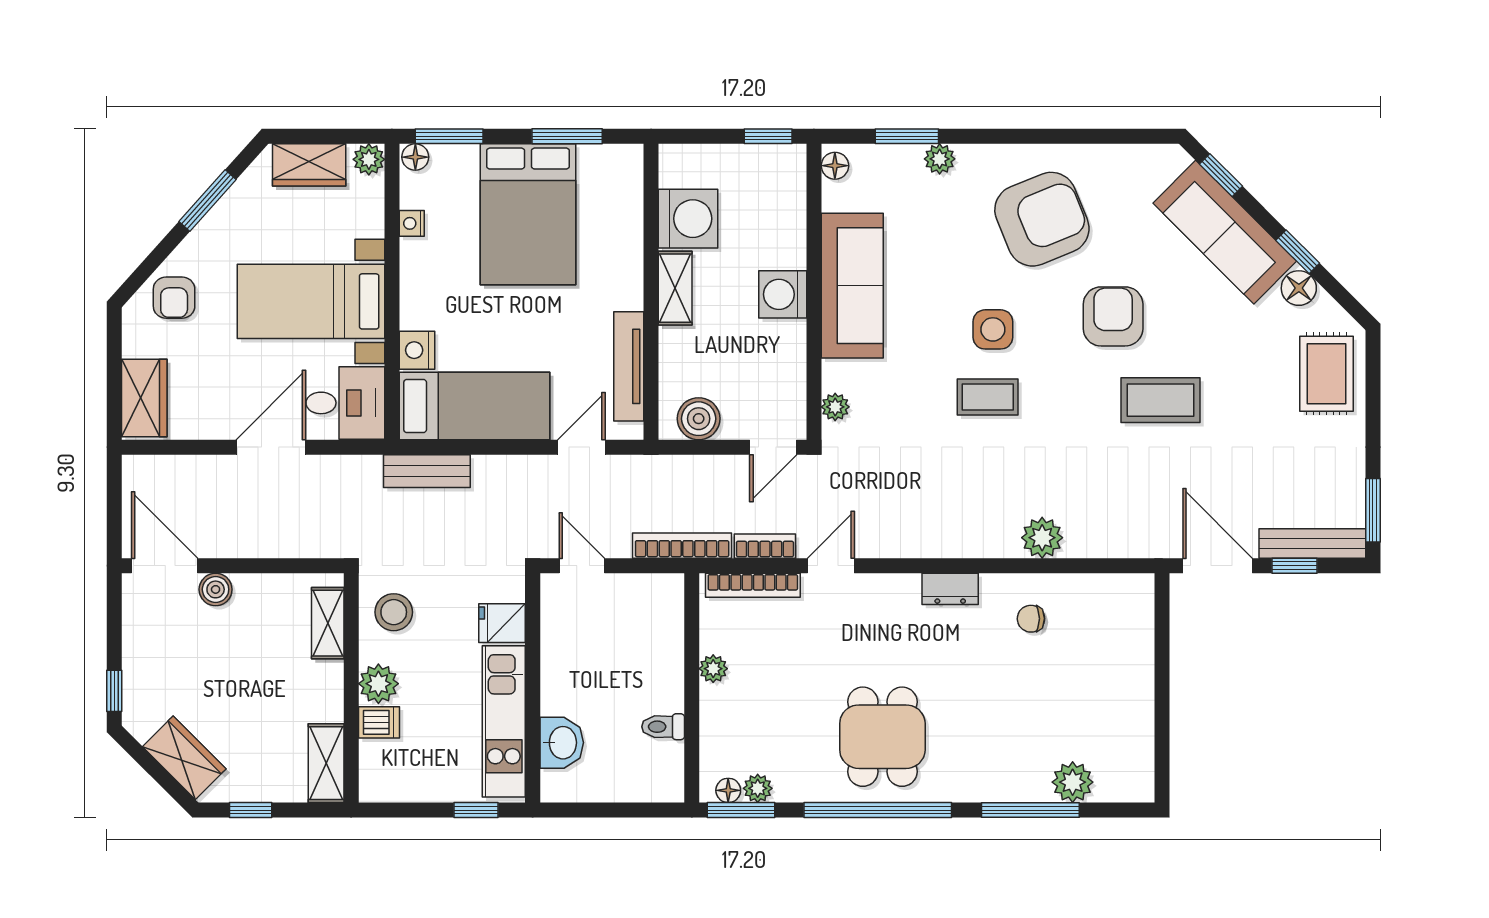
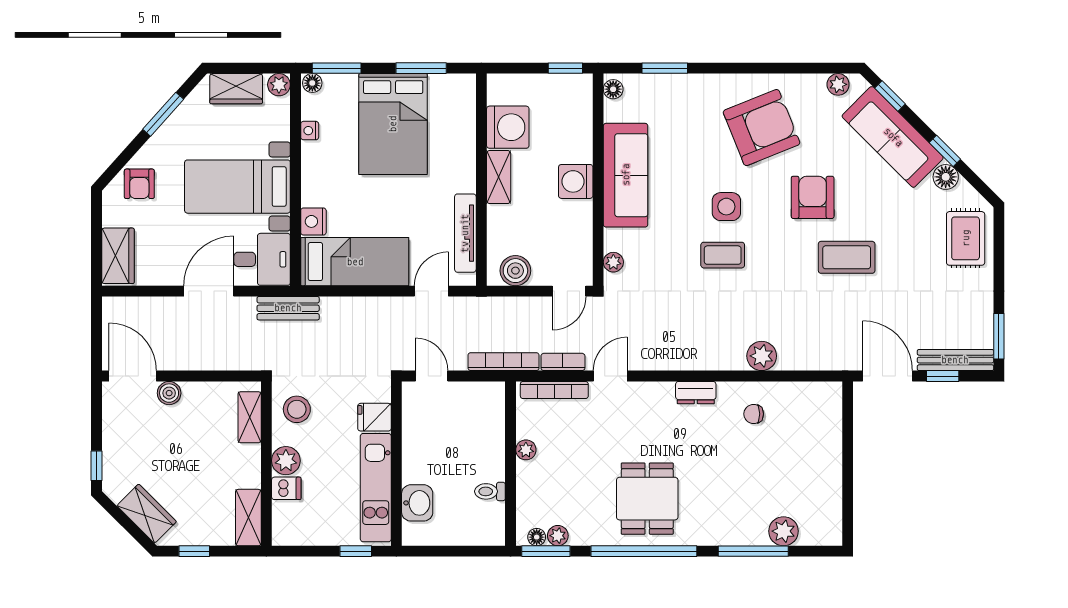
plant: (940, 159) -> (838, 84), moved
bench: (427, 471) -> (288, 308), moved

